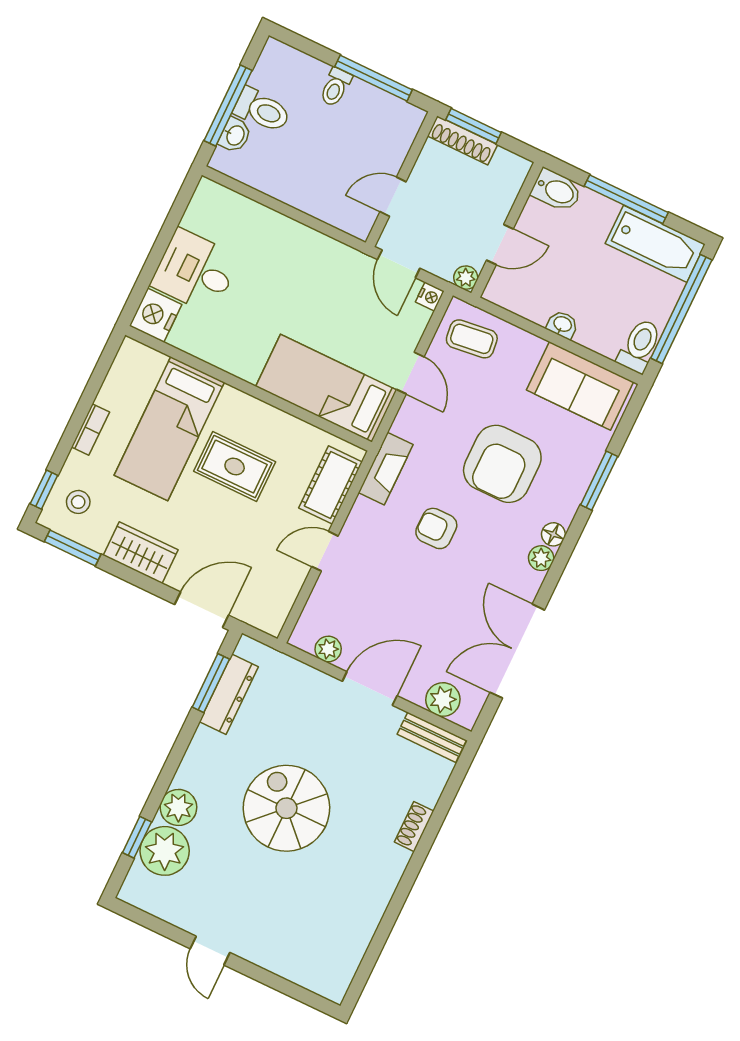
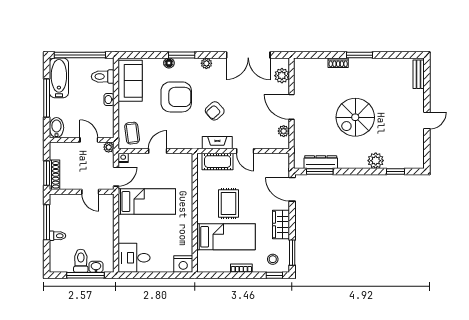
desk: (195, 271) -> (134, 258), moved, turned 90
toilet: (640, 346) -> (103, 77), moved
bed: (326, 388) -> (147, 202), moved, turned -90
fireplace: (386, 469) -> (217, 143), moved
window: (599, 481) -> (182, 55), moved
armchair: (436, 528) -> (215, 111), turned 48
floor lamp: (553, 534) -> (169, 63), moved
bench: (432, 737) -> (419, 74), moved
plant: (165, 851) -> (396, 158), removed
window: (409, 877) -> (359, 55), added

